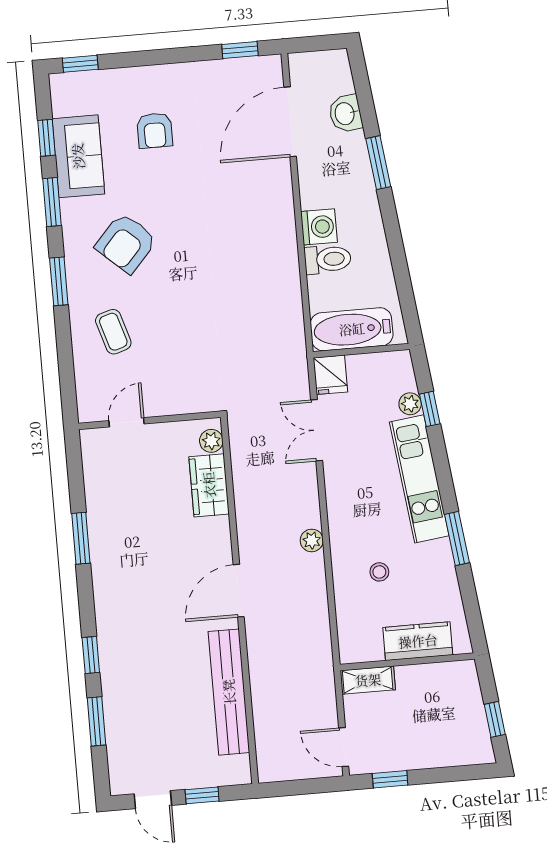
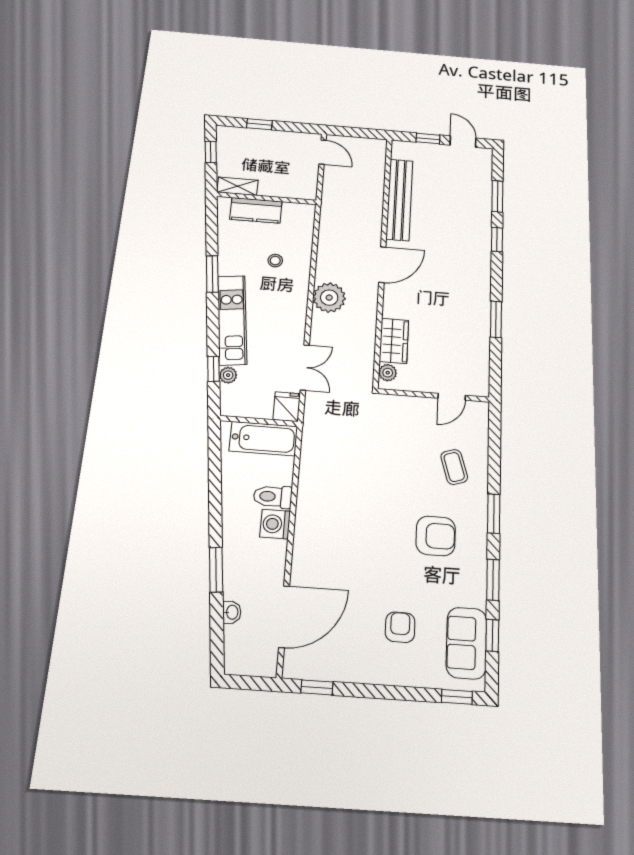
washbasin: (345, 114) -> (232, 612), width x0.72, depth x0.69
sofa: (78, 156) -> (467, 643), moved
armchair: (126, 243) -> (436, 536), turned 48
plant: (312, 540) -> (329, 298), width x1.87, depth x1.87
shelving: (368, 680) -> (237, 186), moved
window: (390, 779) -> (259, 124), moved

